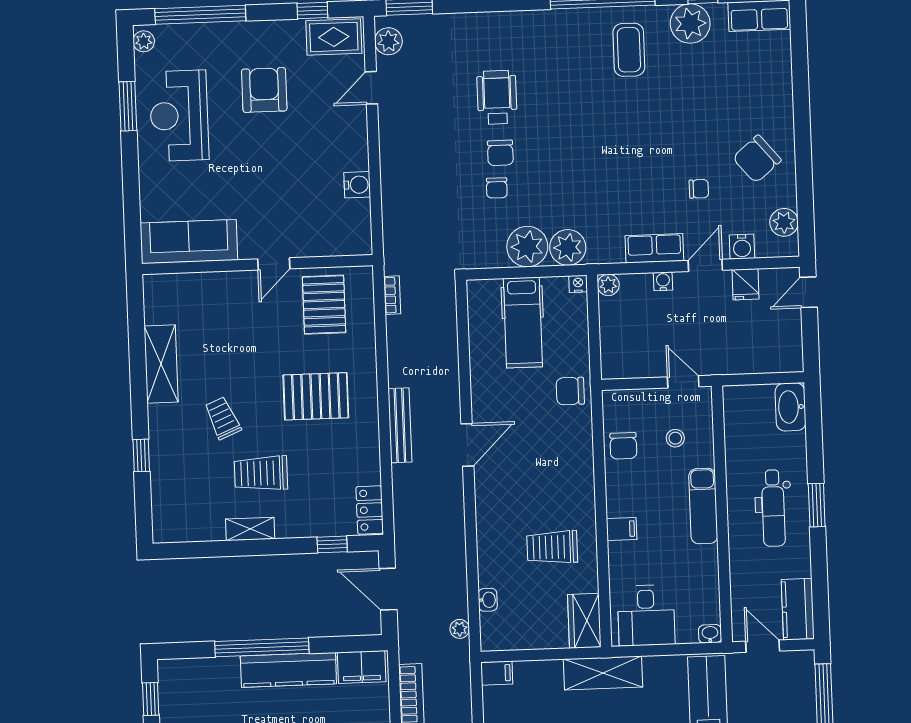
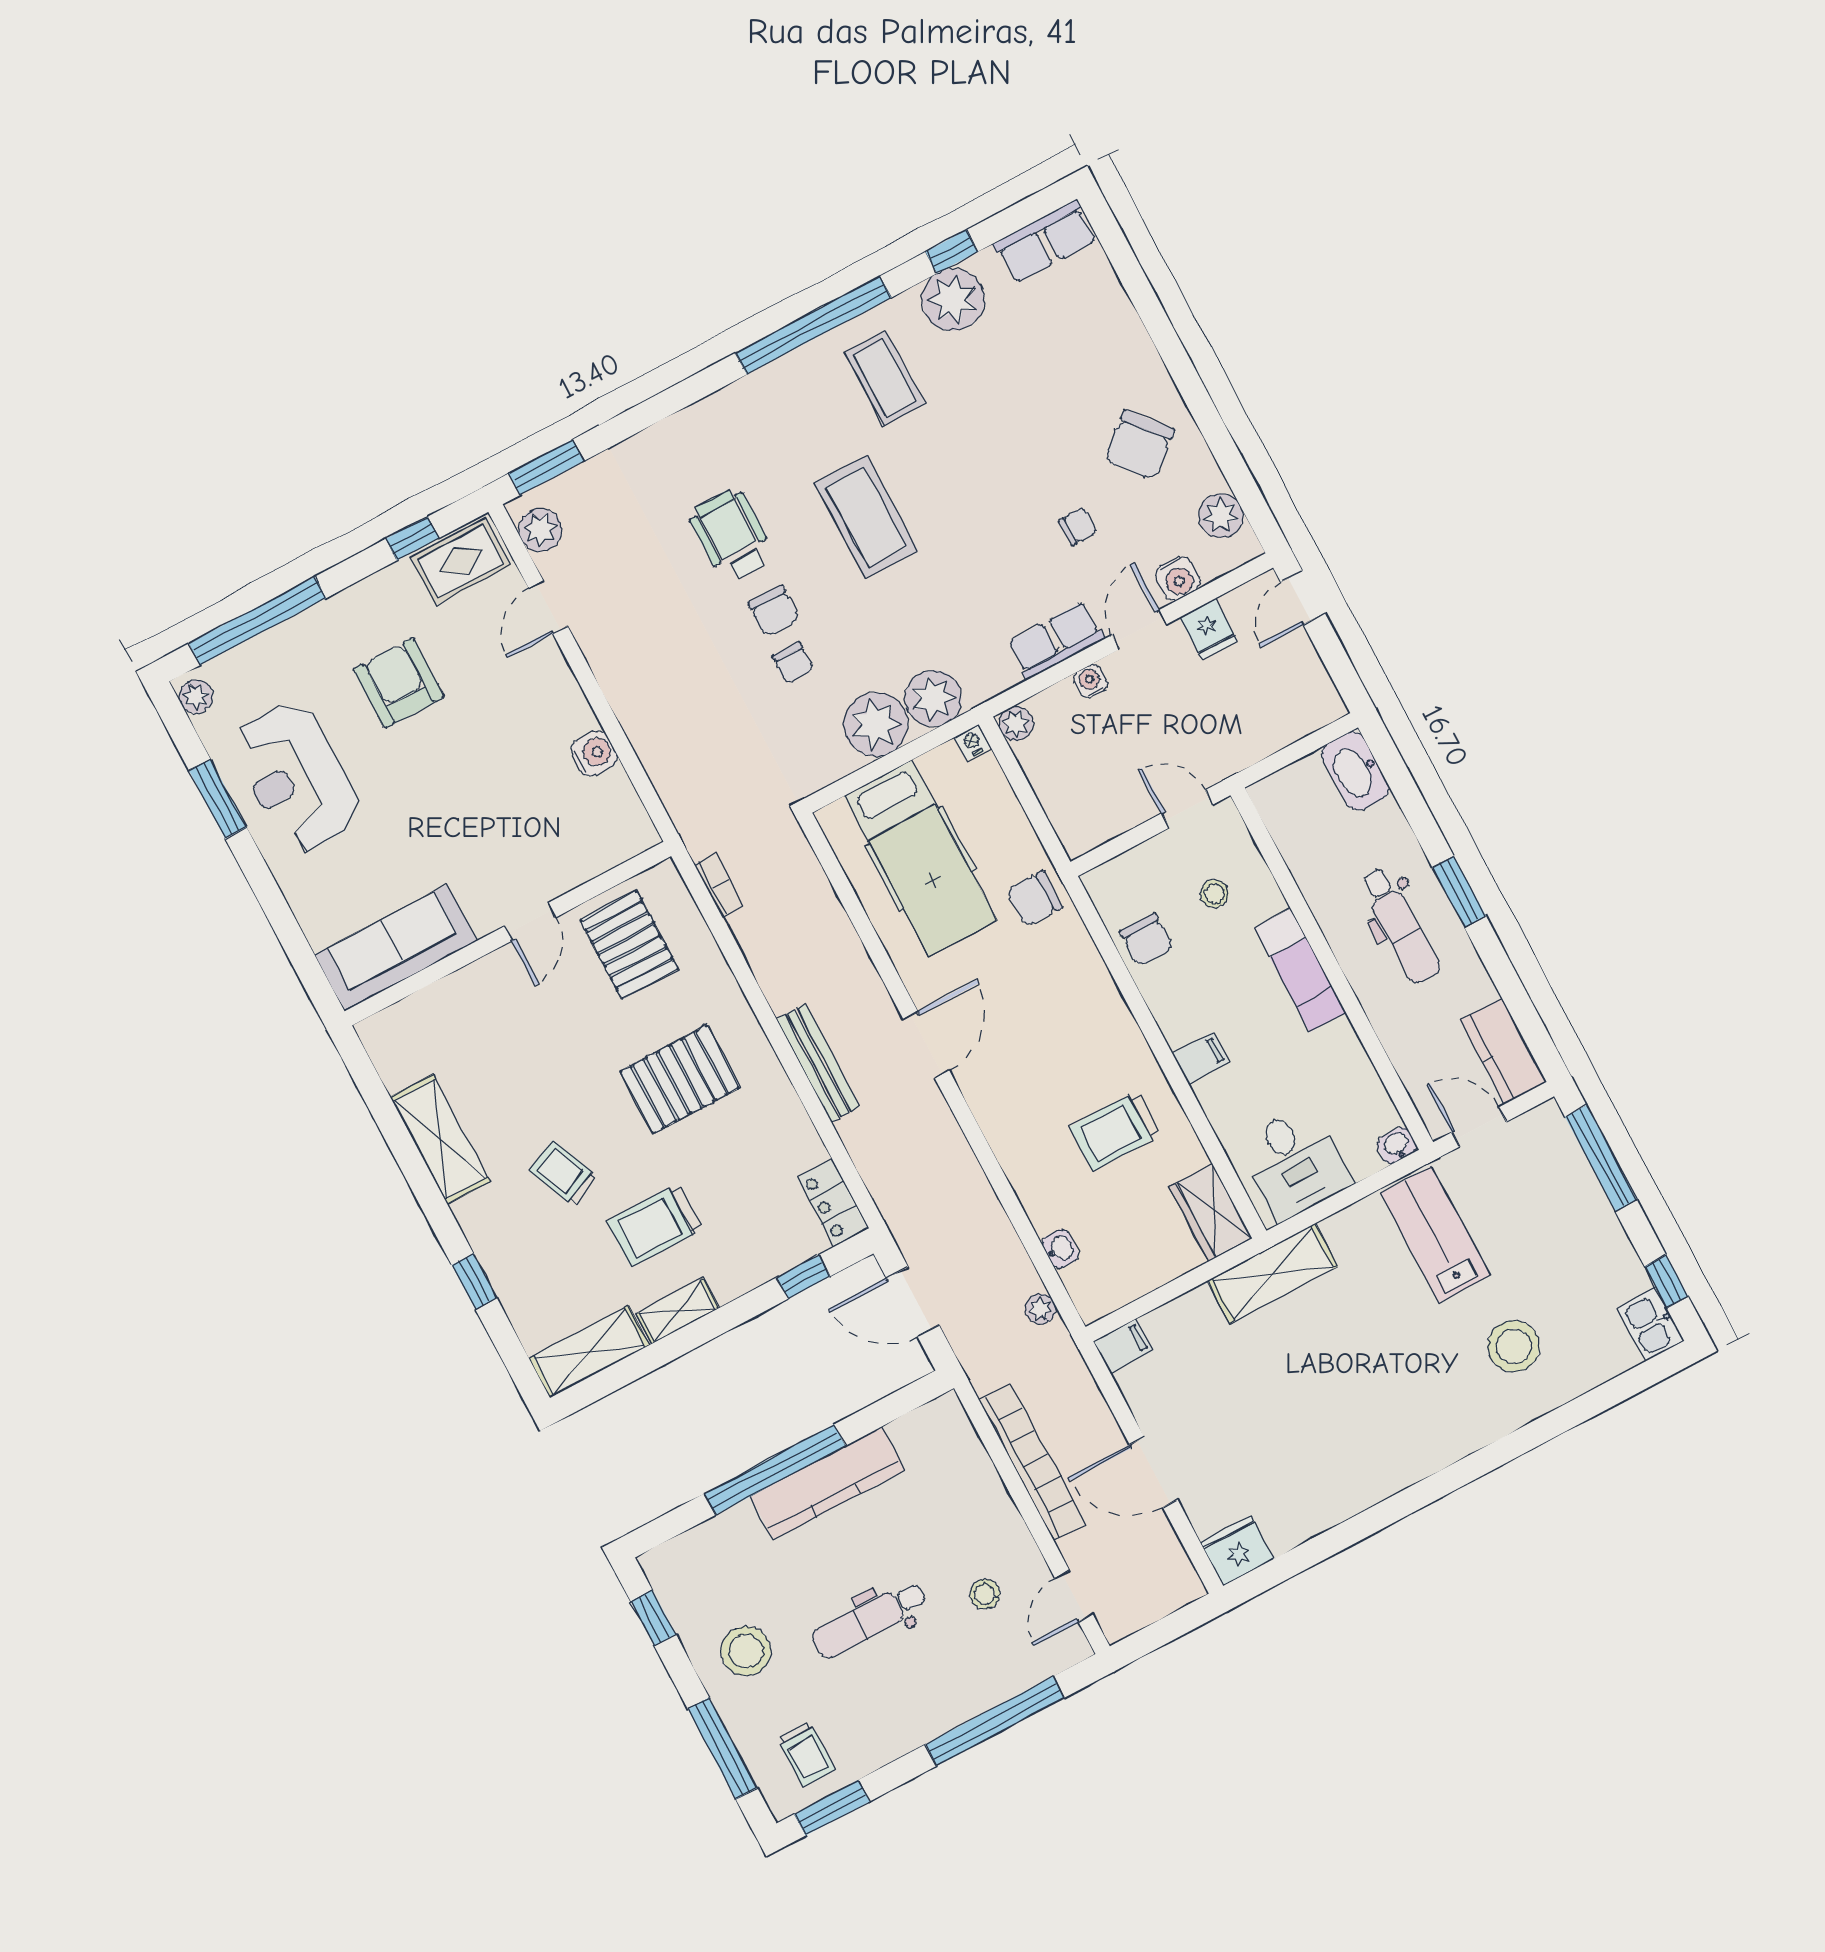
coffee table: (580, 124) -> (866, 517), added
hospital bed: (523, 322) -> (920, 858), width x1.37, depth x1.29
shelving: (188, 528) -> (589, 1352), added
filing cabinet: (362, 667) -> (929, 1429), removed

